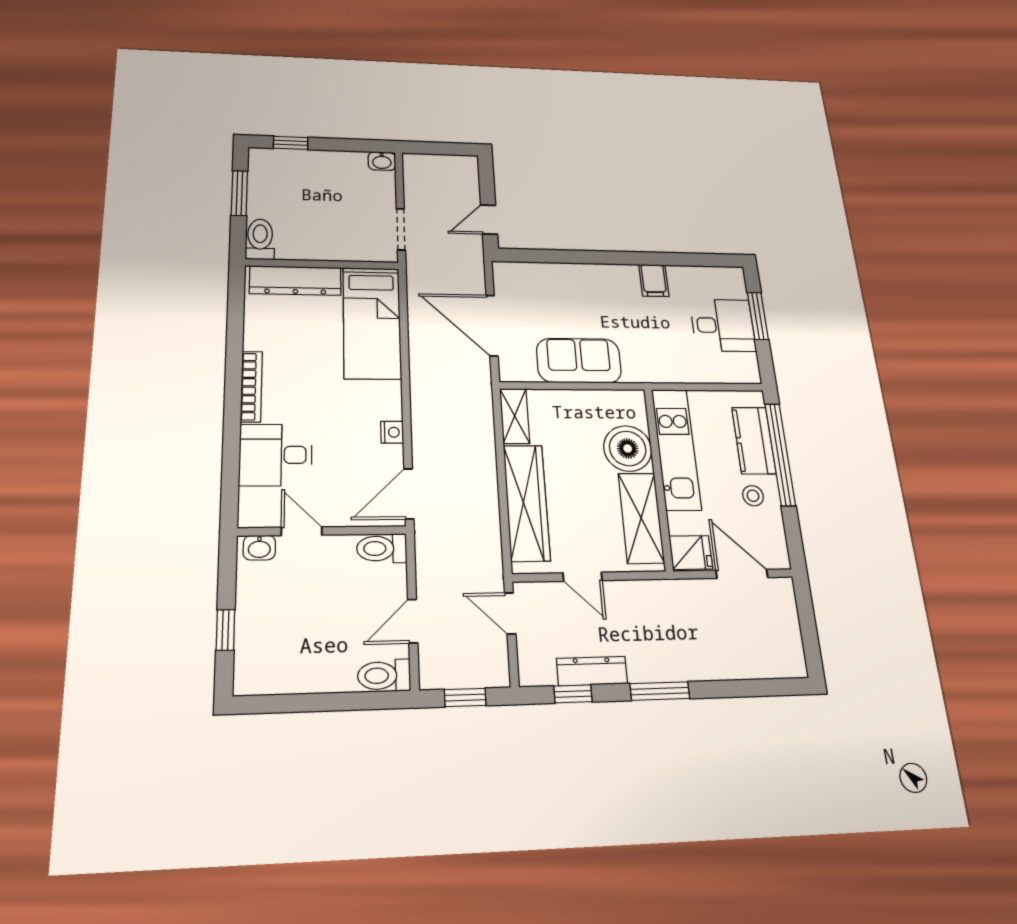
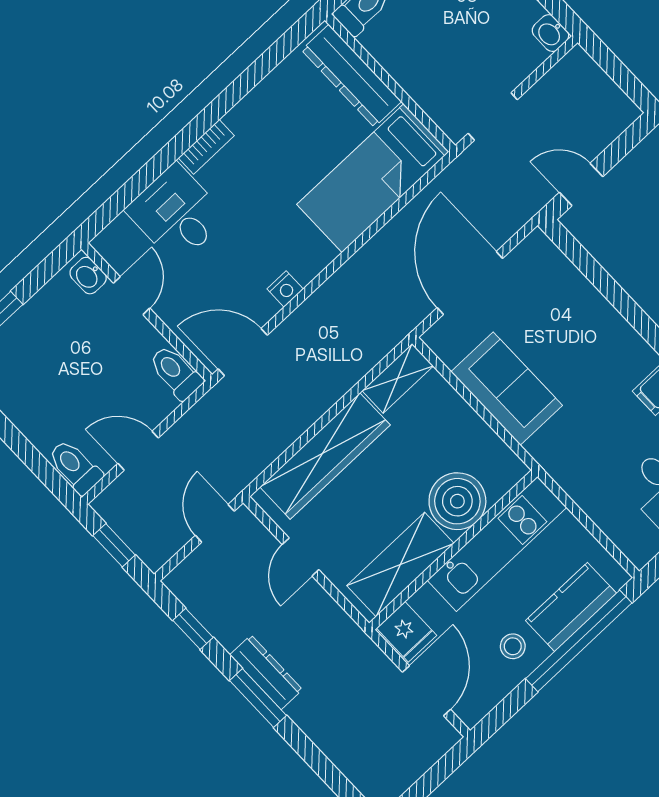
bookcase: (251, 386) -> (206, 147), width x0.64
dresser: (592, 671) -> (266, 672), moved

